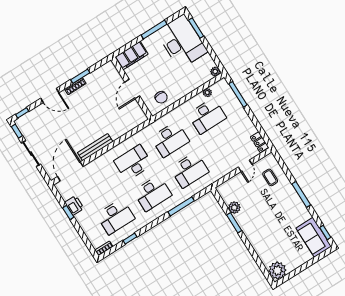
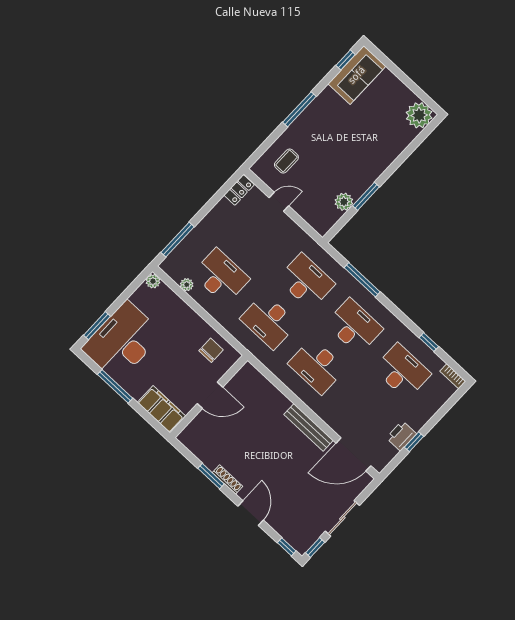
desk: (170, 139) -> (269, 321), turned 180

